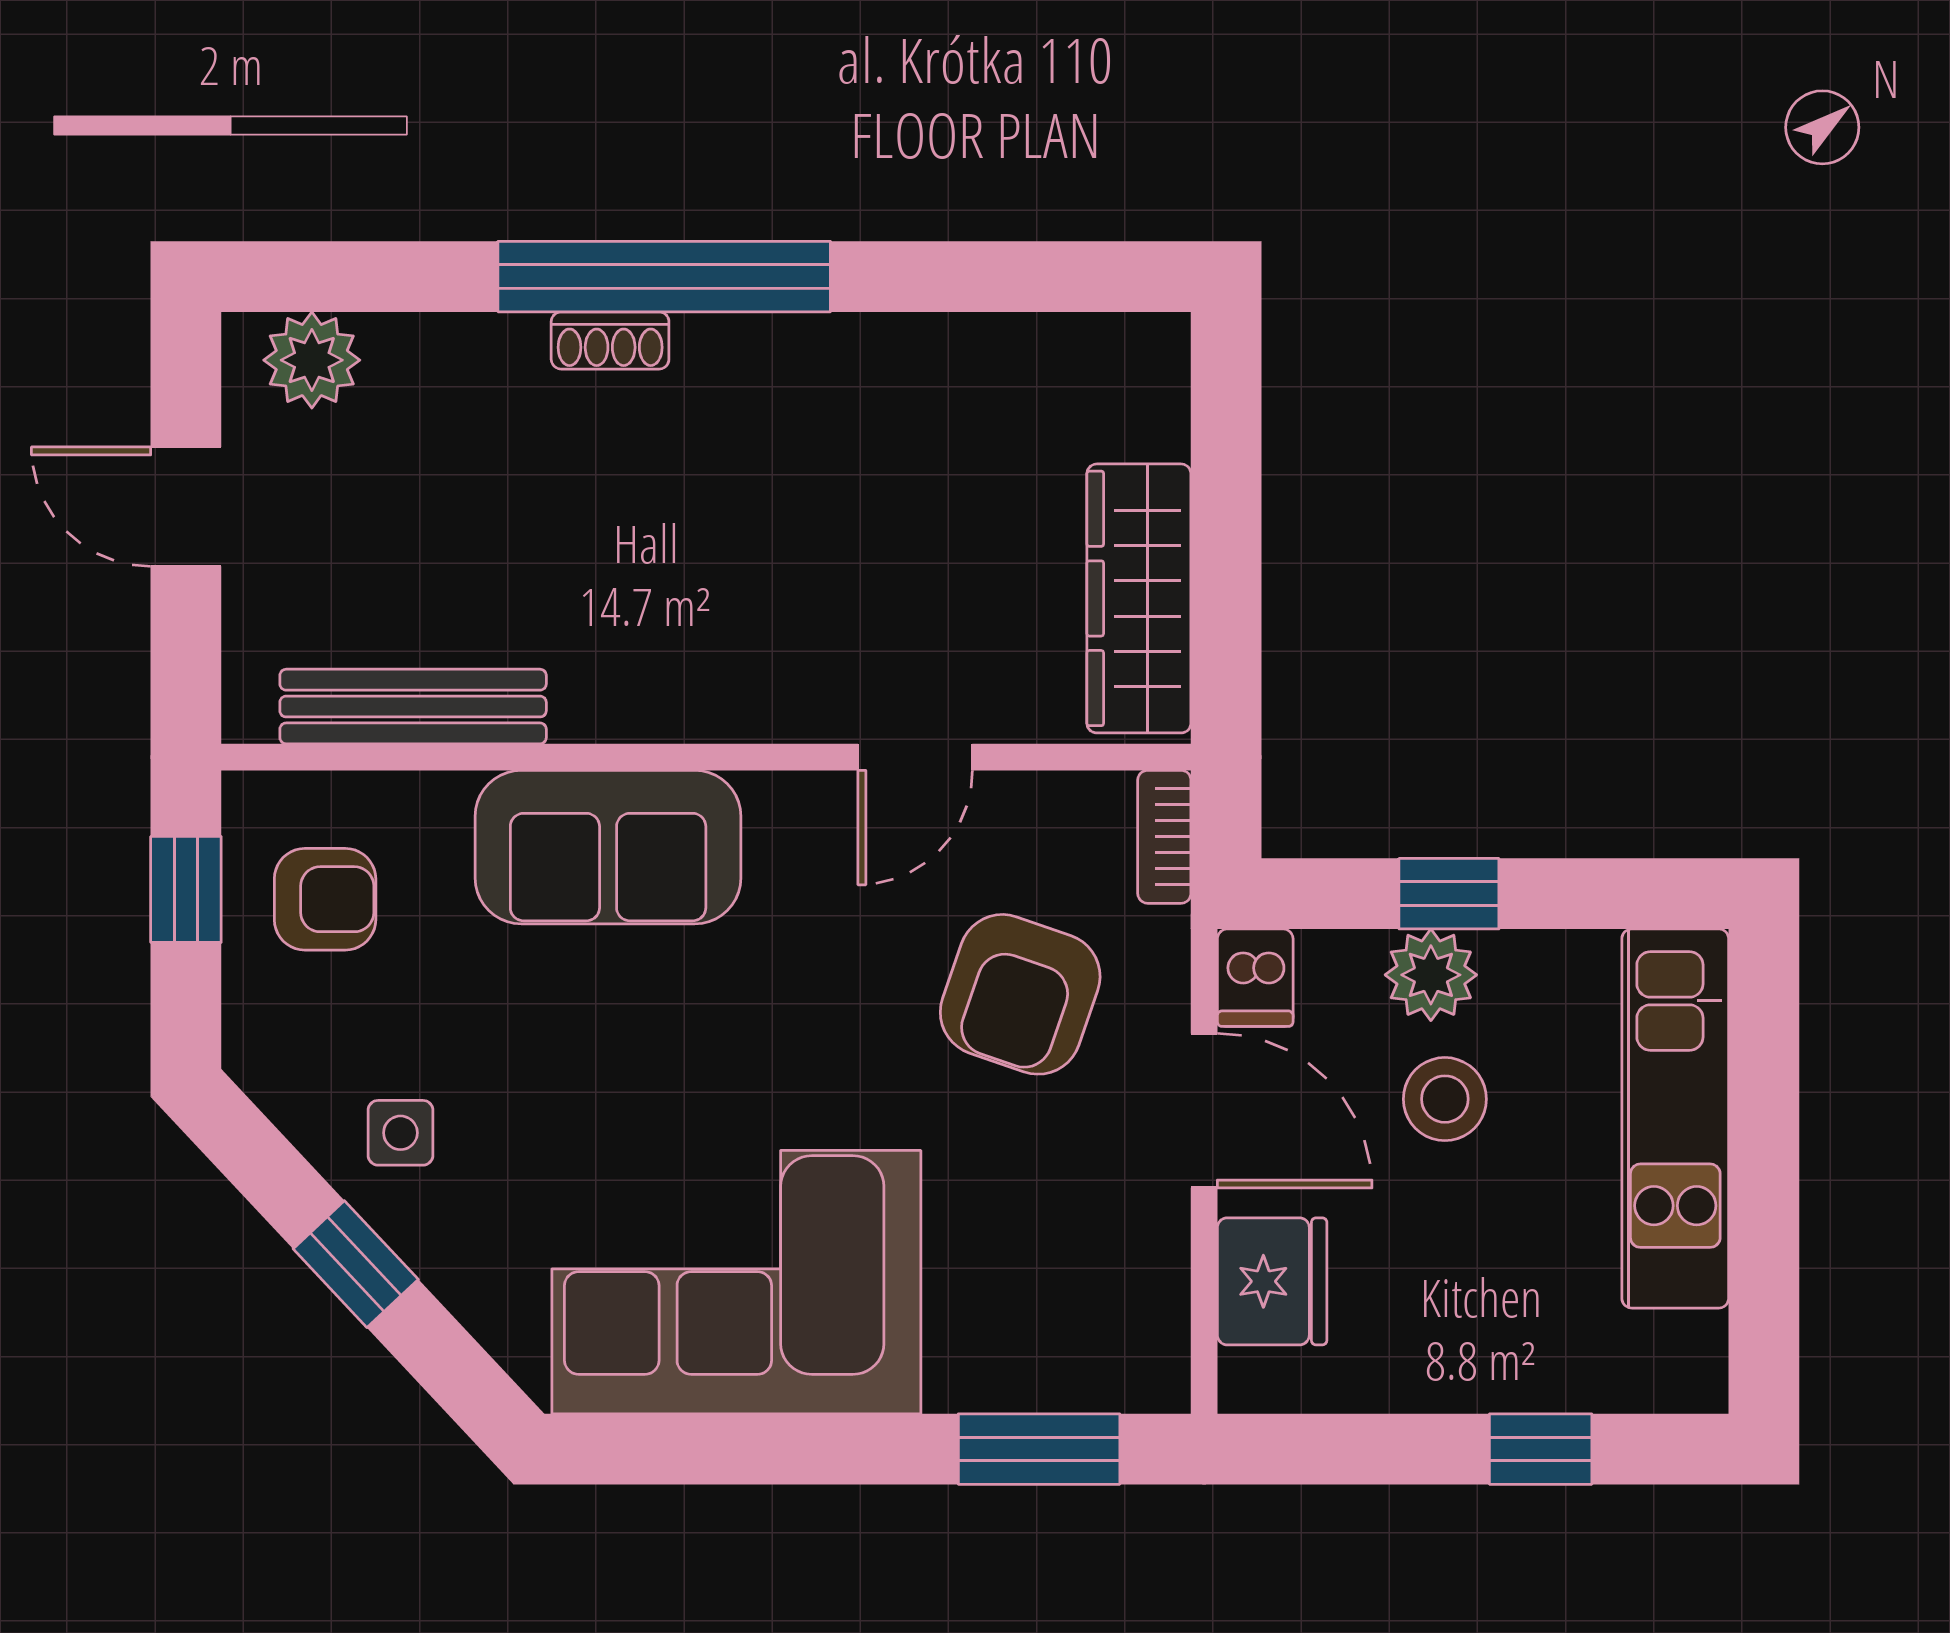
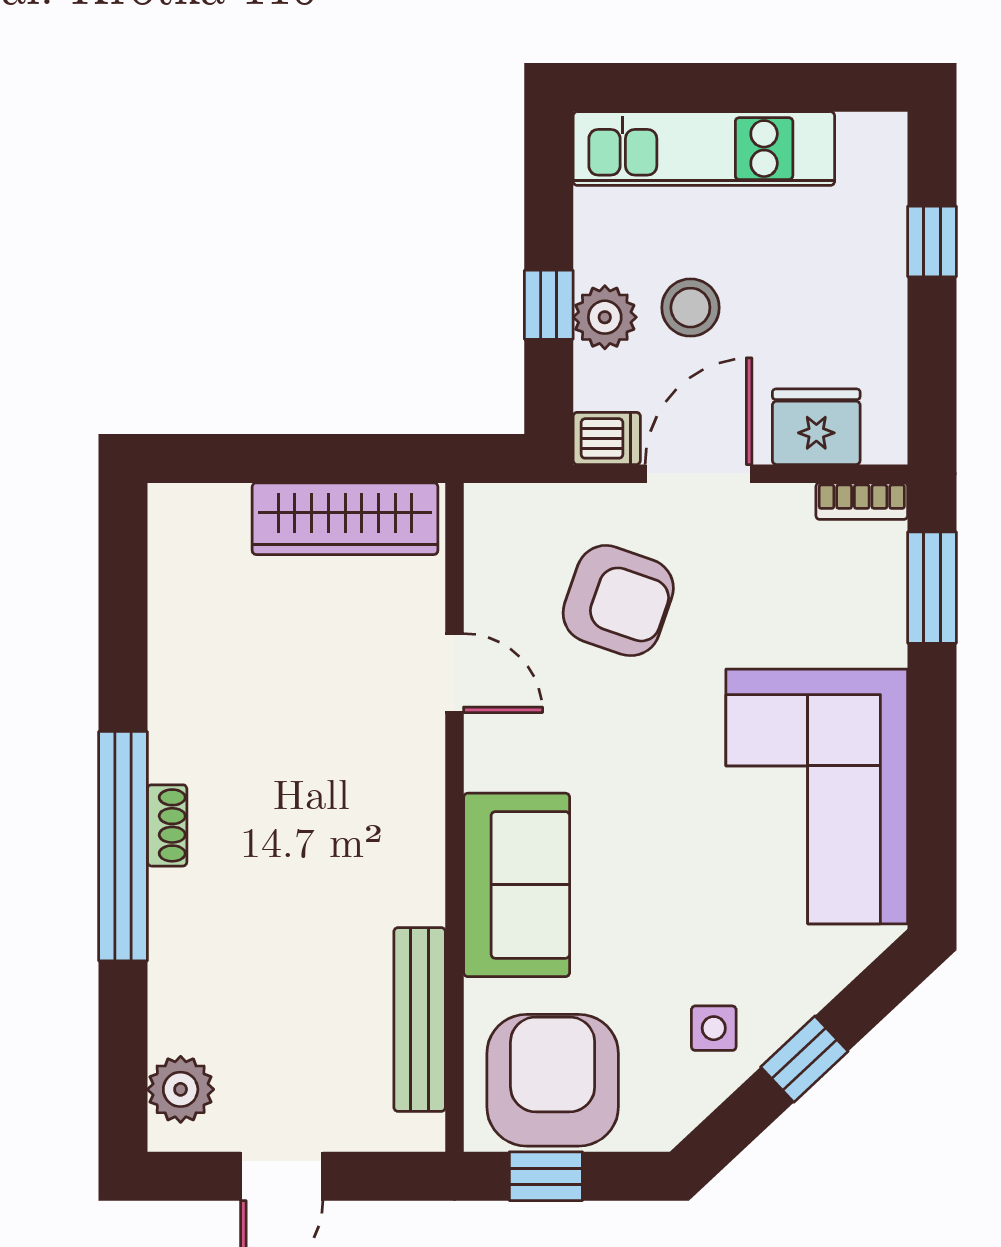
shoe rack: (610, 340) -> (167, 825), moved
bookcase: (1164, 837) -> (862, 501), moved
armchair: (325, 899) -> (553, 1080), width x1.88, depth x1.88

